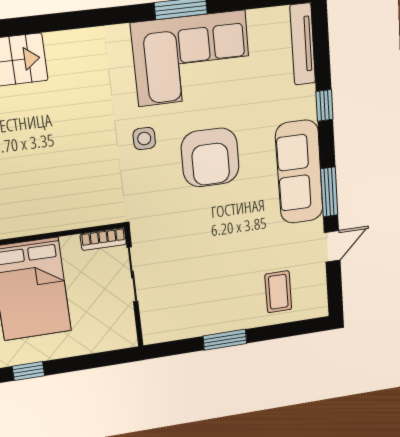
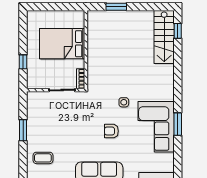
armchair: (210, 157) -> (111, 131), width x0.53, depth x0.53
window: (28, 371) -> (23, 62), moved

